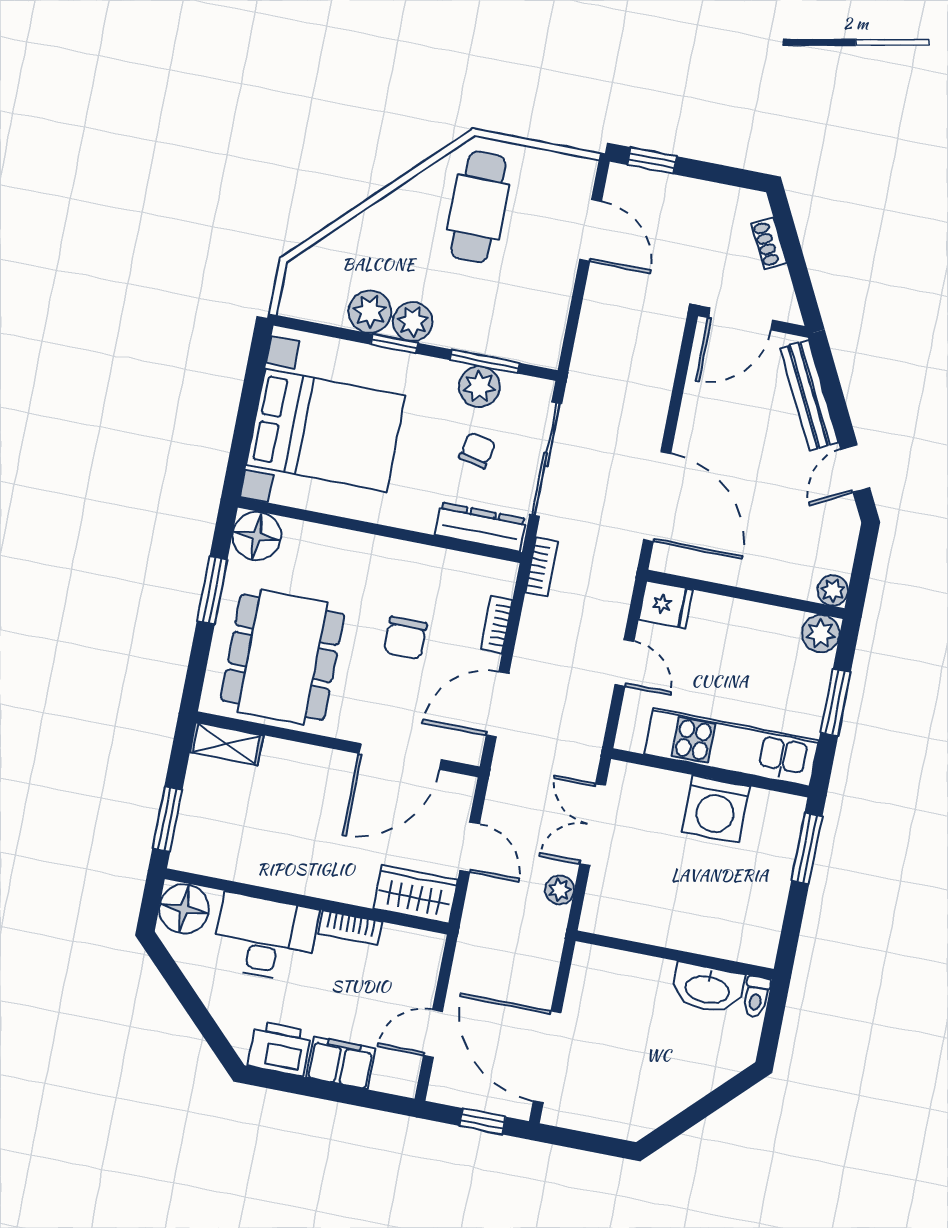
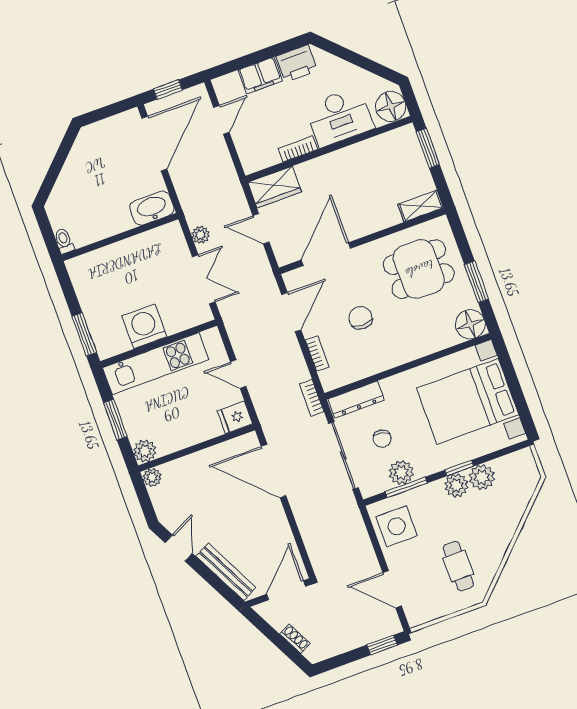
cafe table: (478, 207) -> (458, 566), width x0.73, depth x0.74
side table: (531, 315) -> (397, 526), added
dining table: (282, 657) -> (419, 269), width x0.73
washbasin: (707, 988) -> (152, 208), moved
door: (547, 1057) -> (154, 144), hinge flipped

